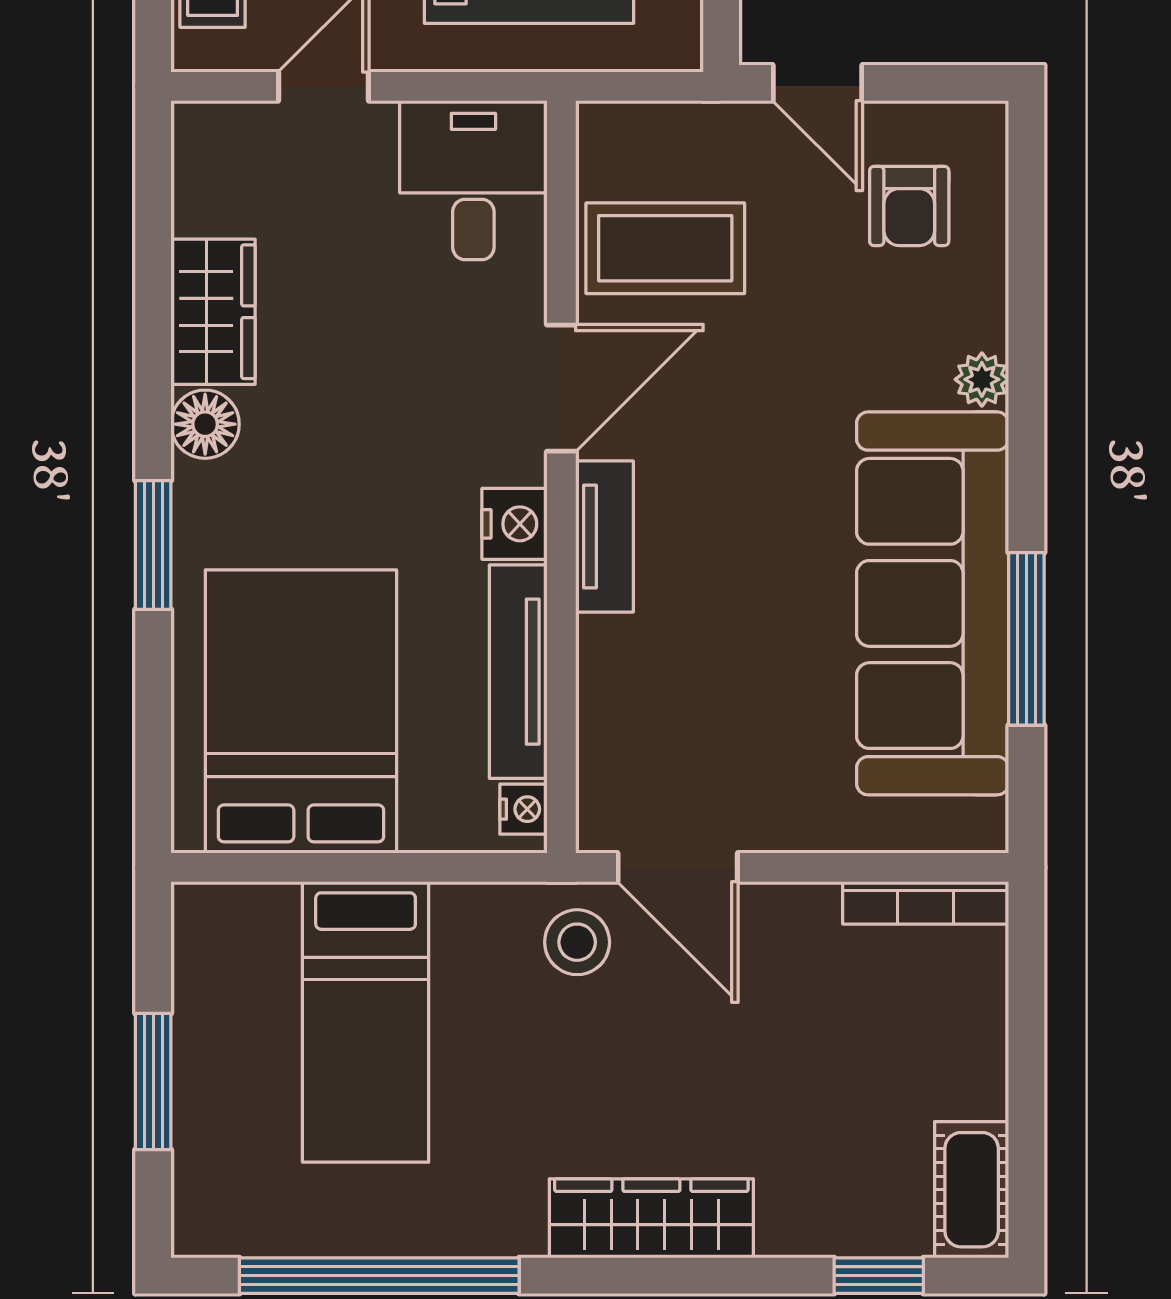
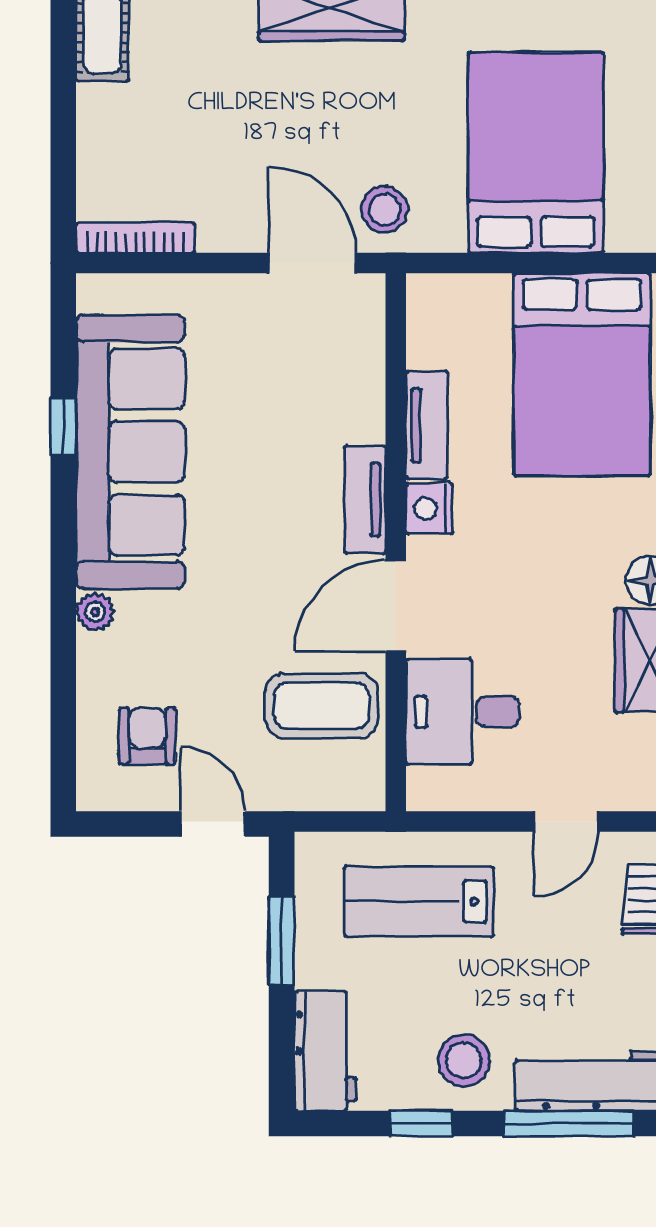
desk: (473, 180) -> (463, 712), moved, turned 90
window: (1026, 639) -> (63, 426), width x0.46
tv unit: (518, 672) -> (427, 425), width x0.71
nightstand: (523, 809) -> (423, 305), removed
bed: (366, 1022) -> (536, 153), width x1.50

